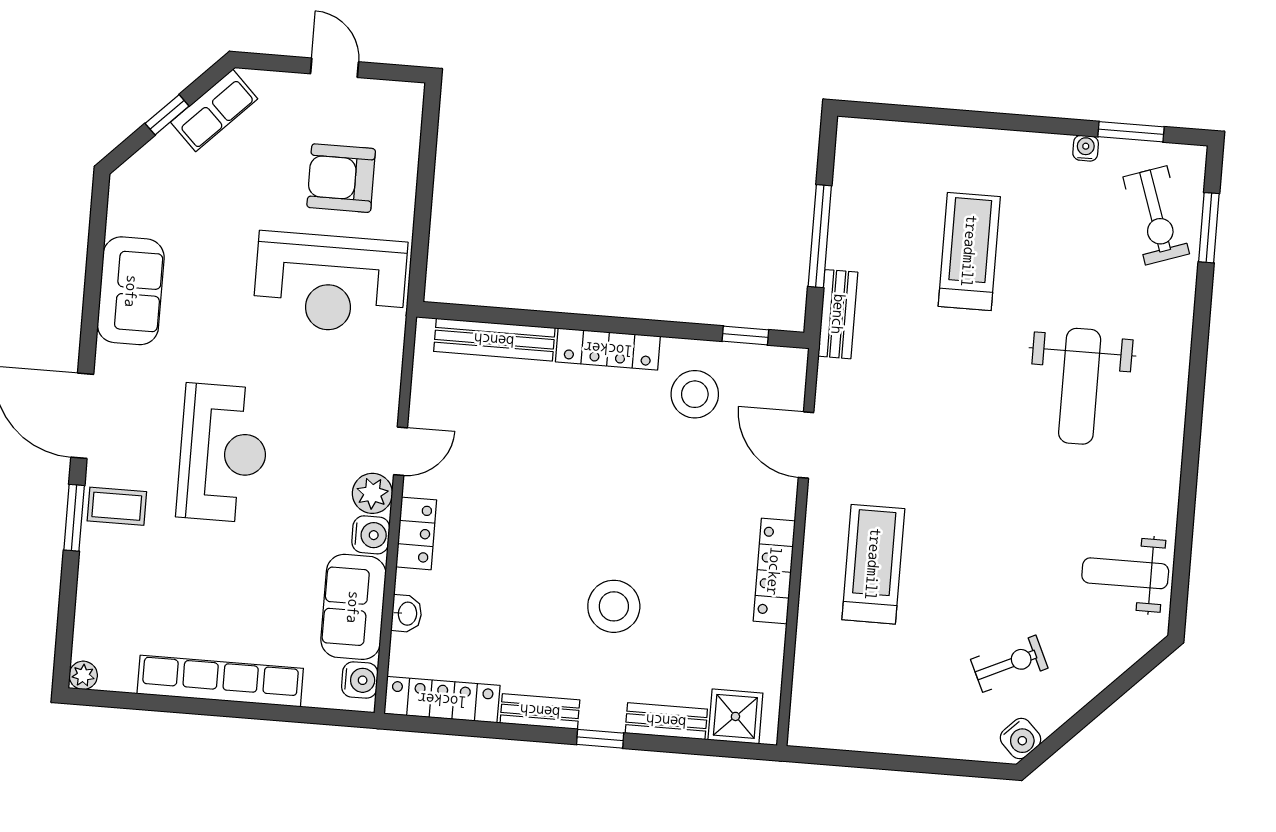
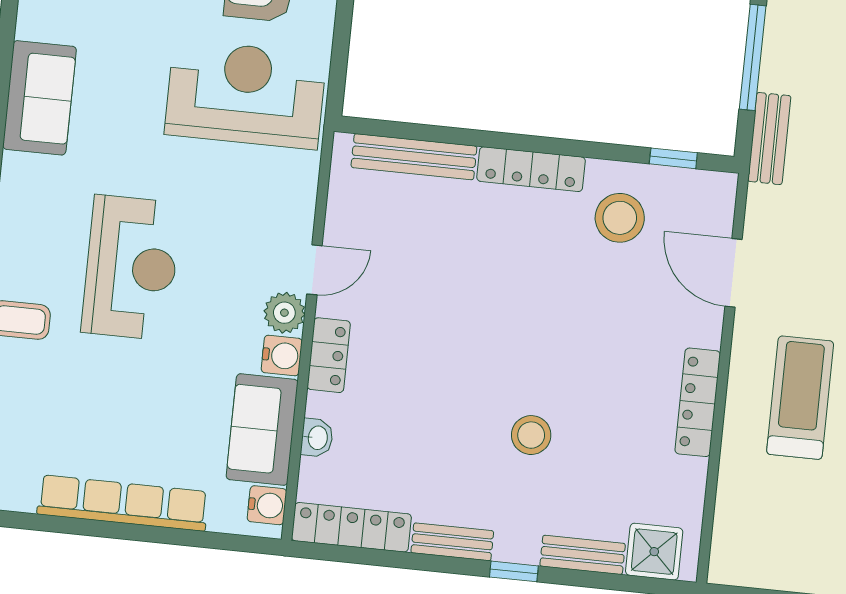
reception desk: (330, 283) -> (246, 94), turned 180
stool: (614, 606) -> (531, 435), width x0.73, depth x0.73

